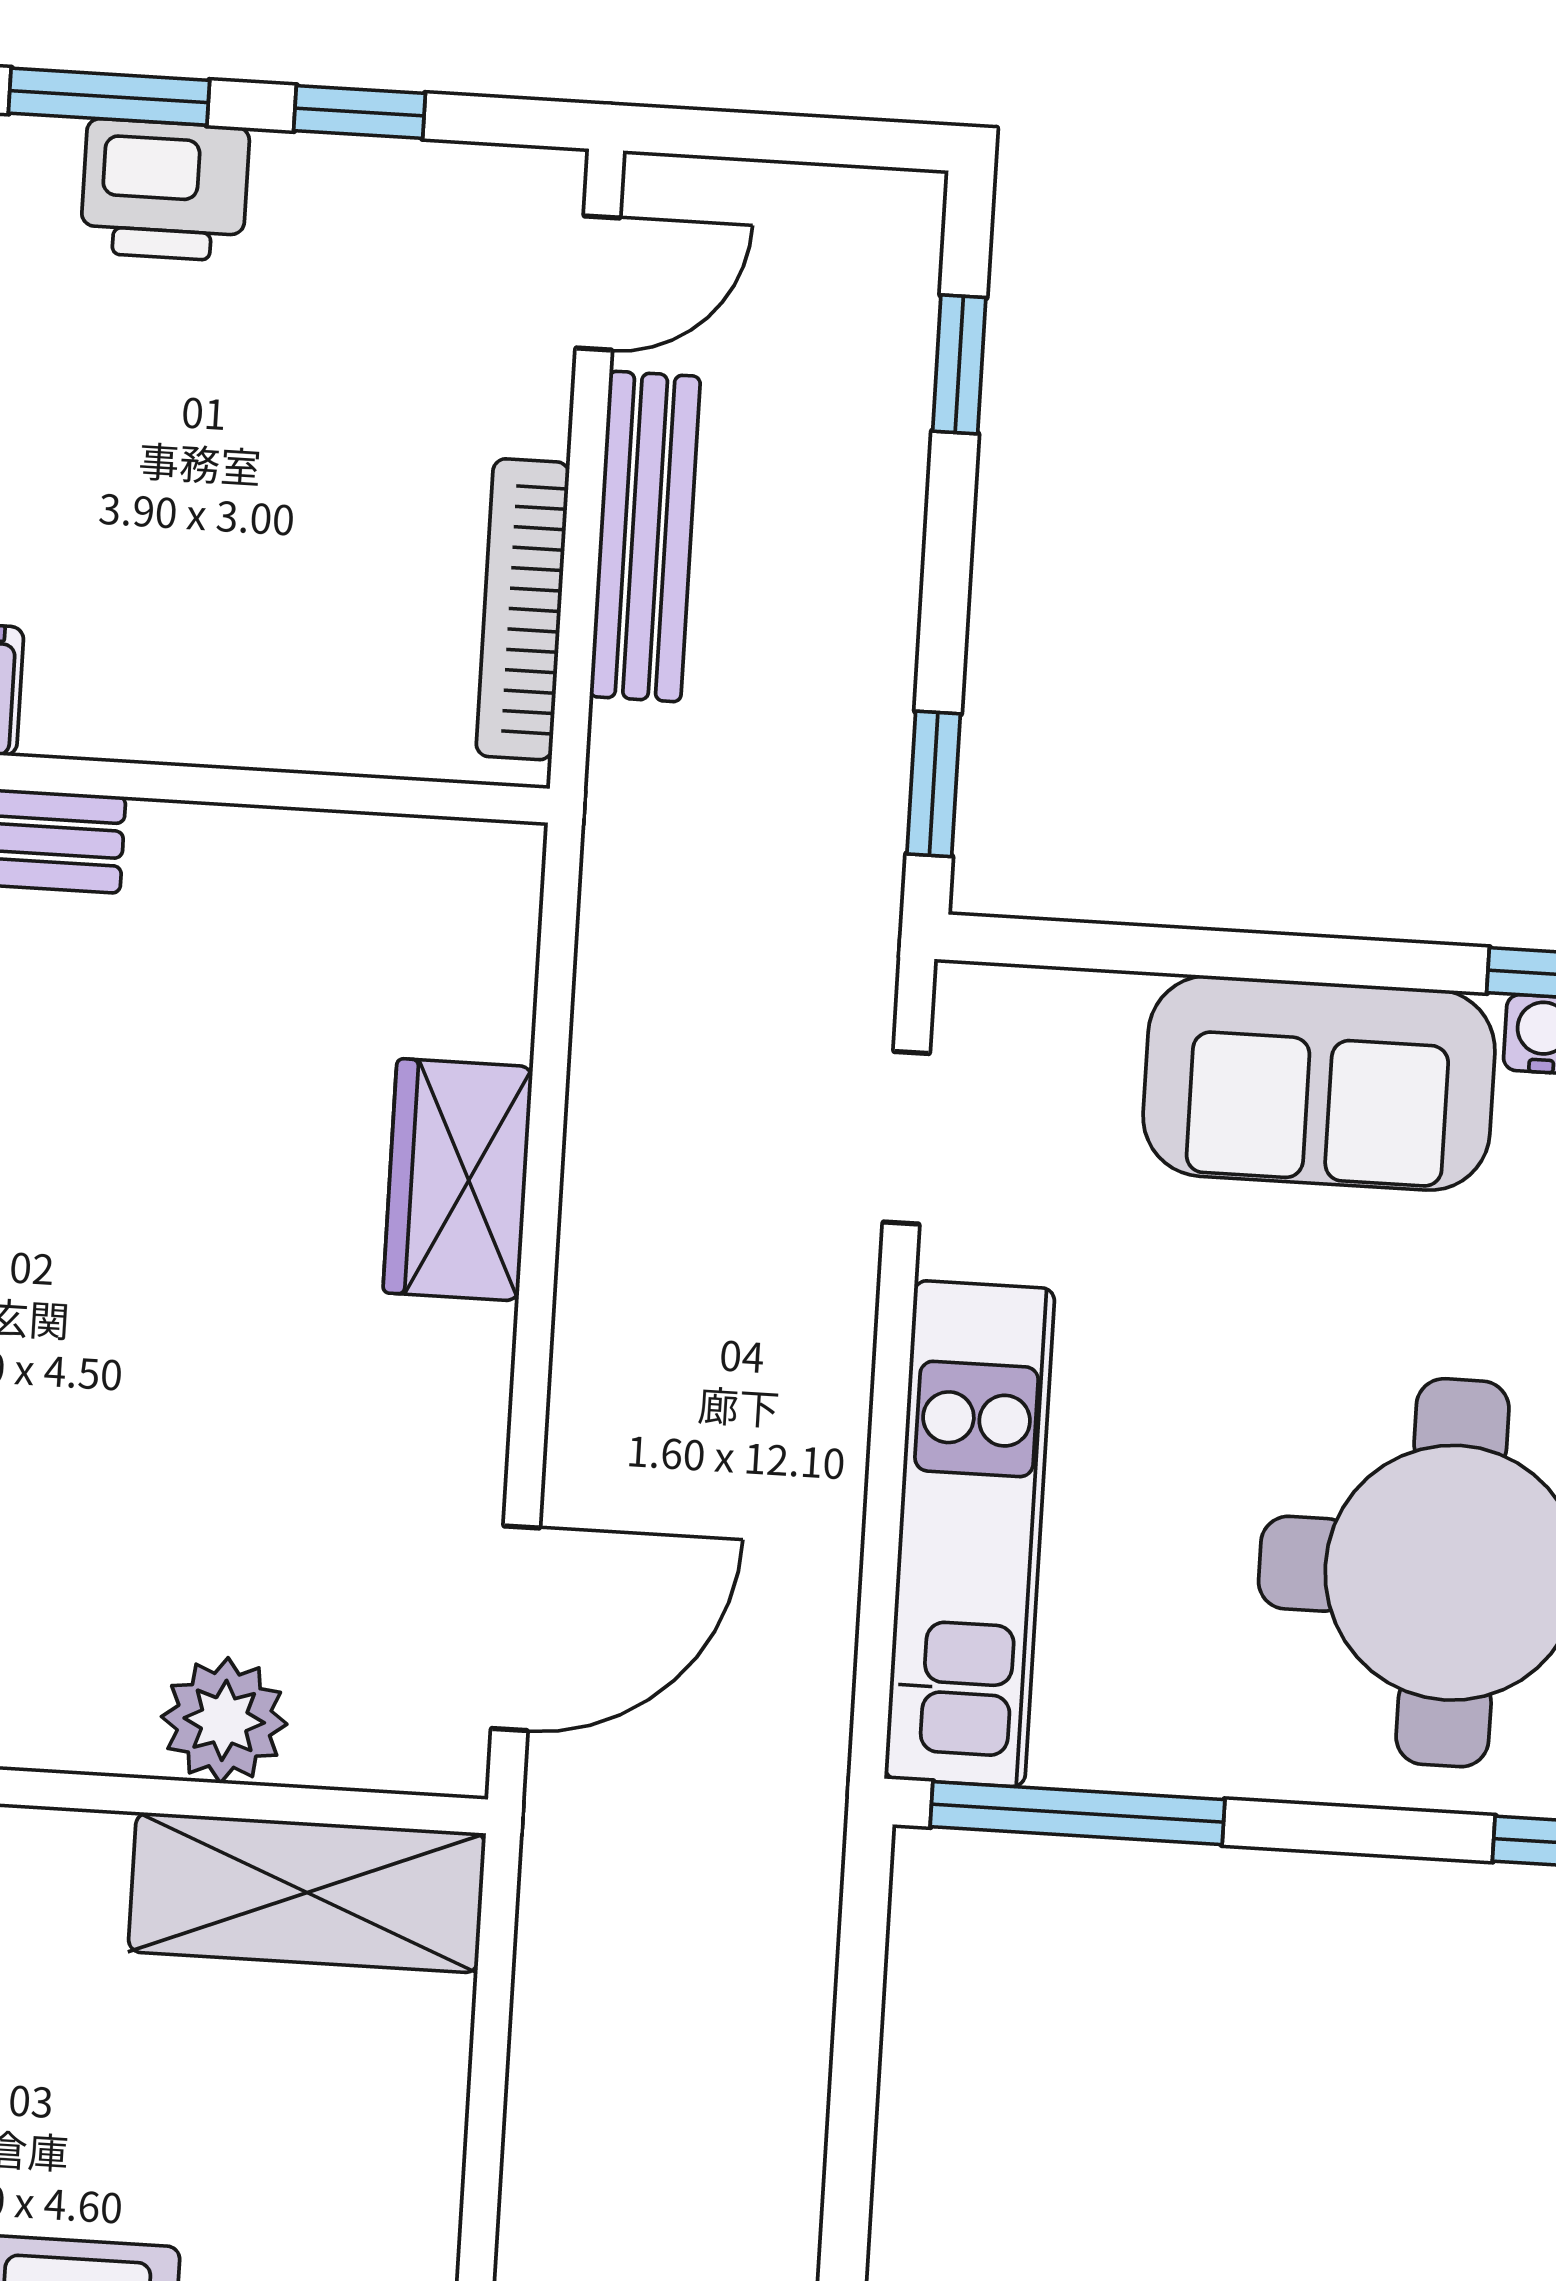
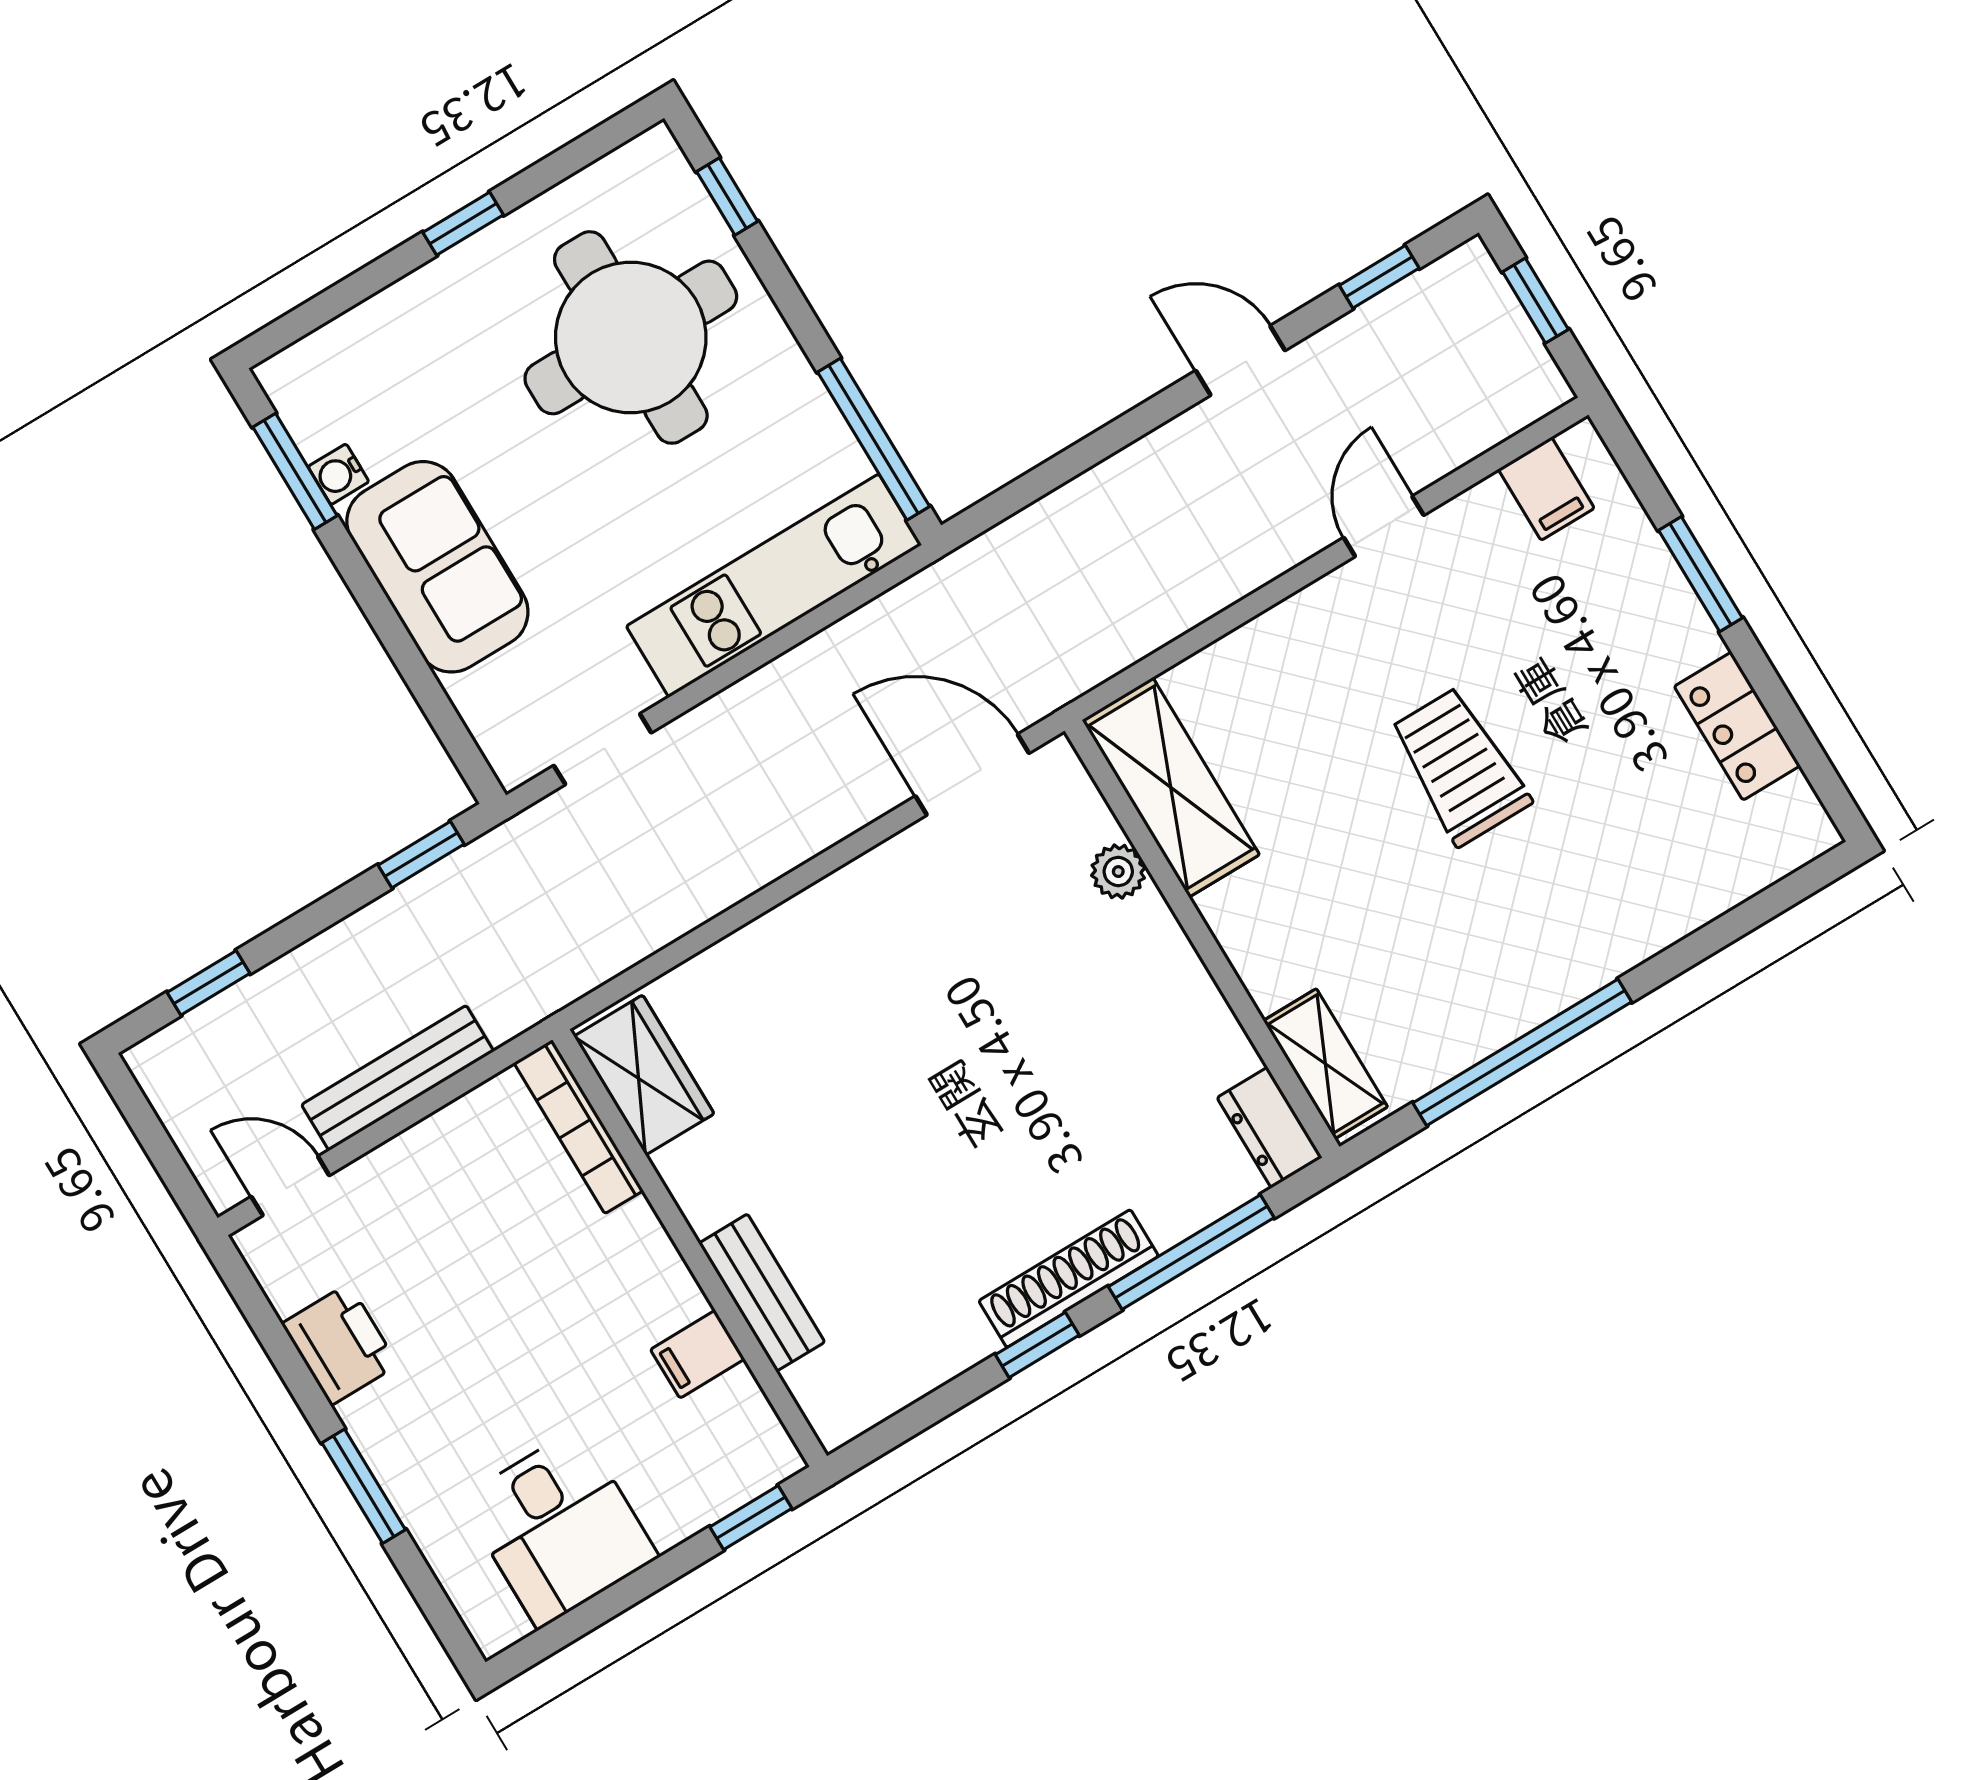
window: (360, 112) -> (287, 1359), removed
printer: (165, 190) -> (340, 1344), moved
bookcase: (523, 609) -> (579, 1127), moved, turned 90
wardrobe: (458, 1180) -> (644, 1075), moved, turned -90
plant: (224, 1720) -> (1118, 872), width x0.73, depth x0.73

